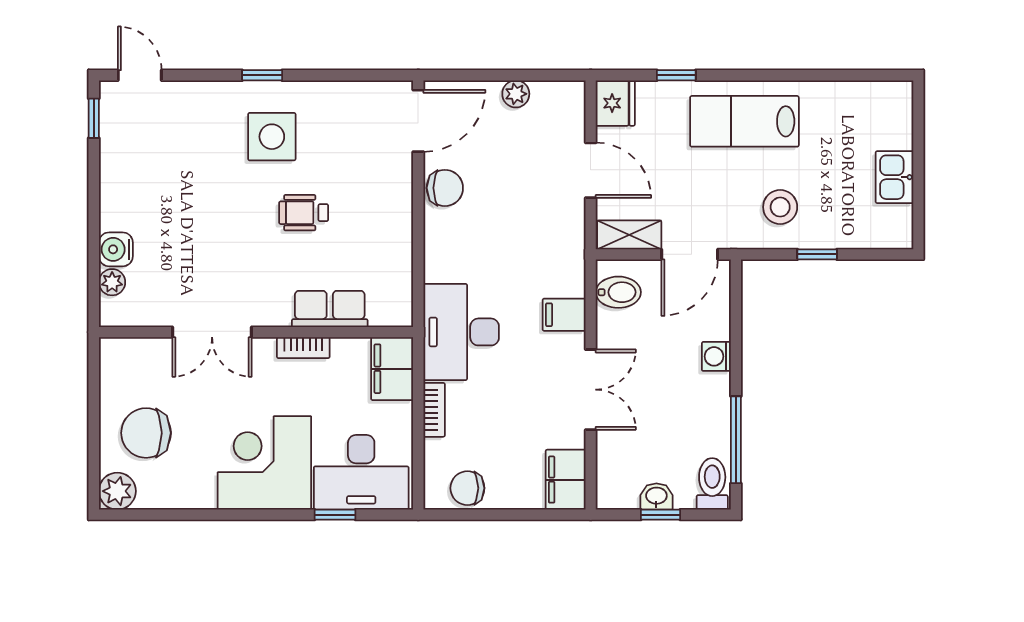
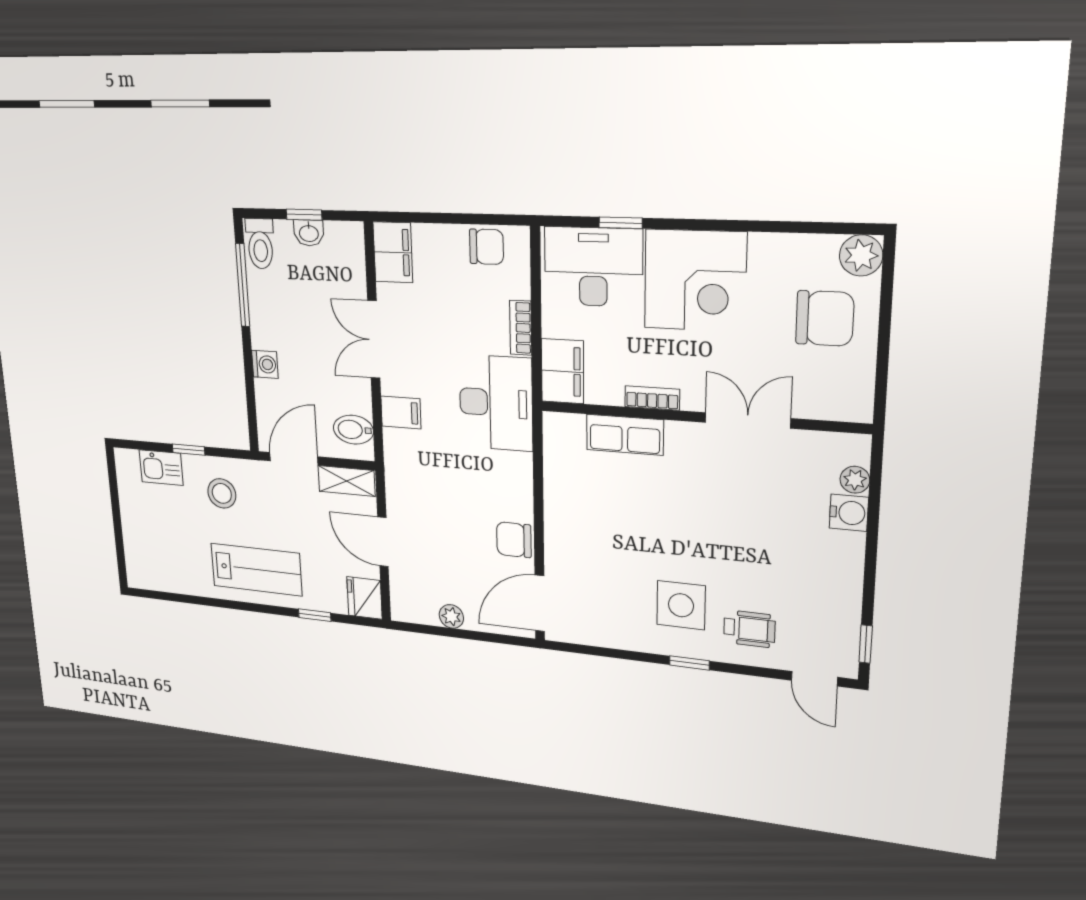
kitchen sink: (894, 177) -> (161, 468), moved, turned 90
wheelchair: (304, 213) -> (749, 629), moved

